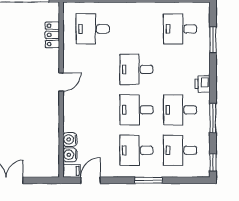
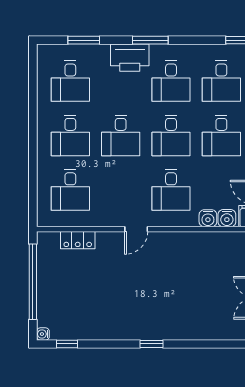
desk: (136, 29) -> (70, 135), added
door: (61, 82) -> (136, 229), swing flipped
printer: (202, 84) -> (130, 58), width x1.87, depth x1.48
desk: (93, 110) -> (171, 190), added
window: (213, 118) -> (150, 40), moved

